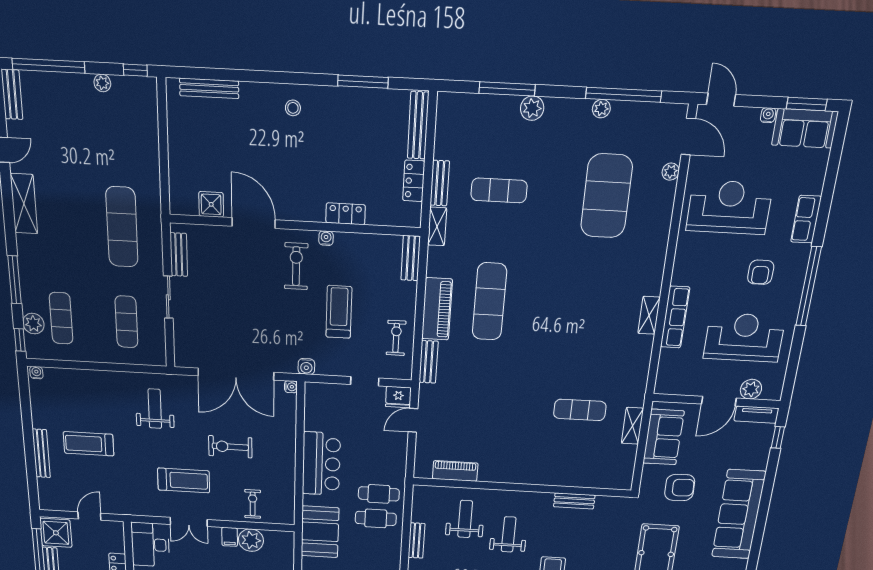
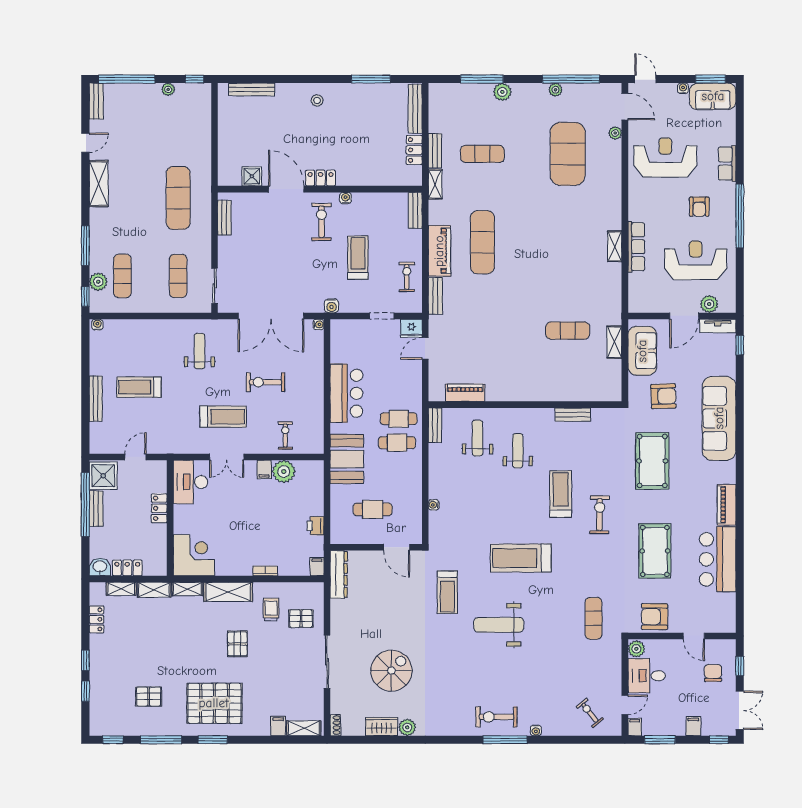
locker: (346, 214) -> (321, 178), moved
sliding door: (168, 297) -> (214, 286), moved
bench: (416, 541) -> (435, 425), moved

